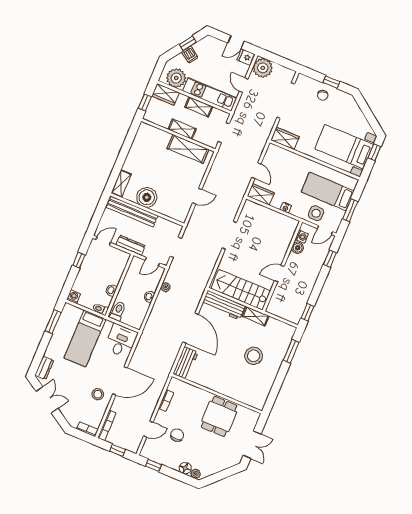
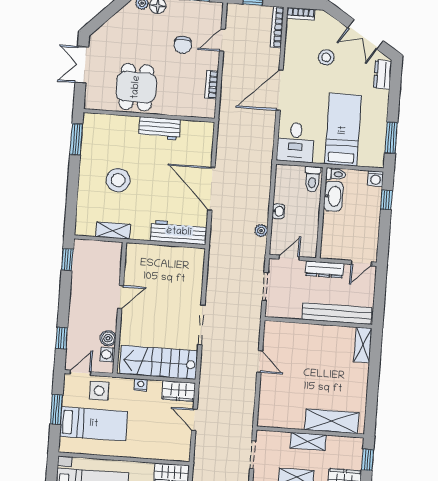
shelving: (188, 149) -> (332, 421), moved
door: (197, 196) -> (260, 361), swing flipped
boiler: (147, 197) -> (324, 338), removed
window: (79, 260) -> (387, 200), moved
washbasin: (111, 290) -> (333, 196), width x1.91, depth x1.45
stairs: (241, 290) -> (159, 362), moved, turned 180
shelving: (256, 316) -> (113, 231), moved
window: (291, 351) -> (76, 139), moved
workbench: (186, 363) -> (159, 128), moved, turned -90
stool: (98, 394) -> (326, 57), moved

